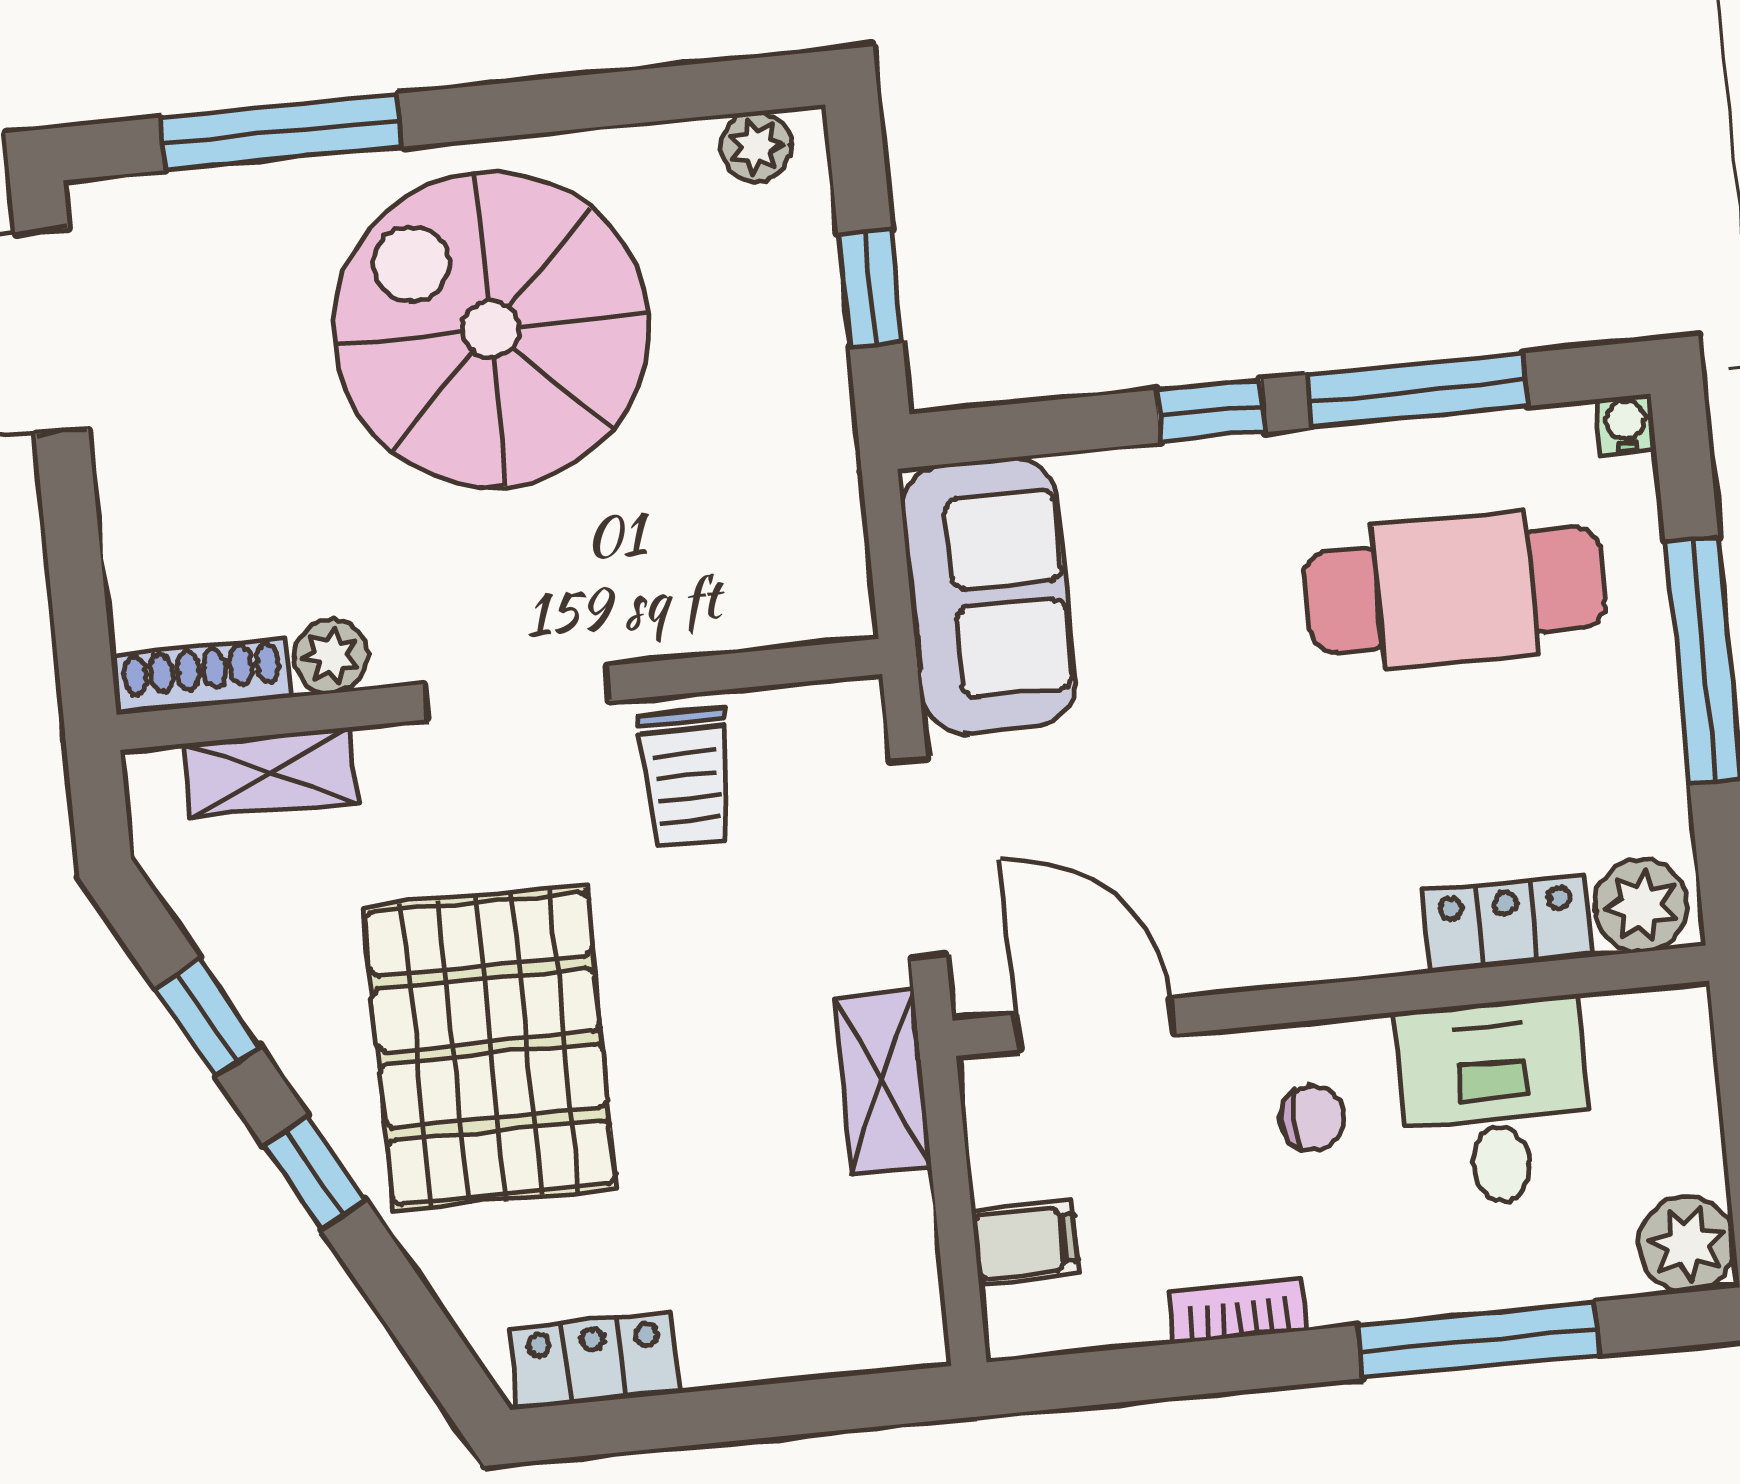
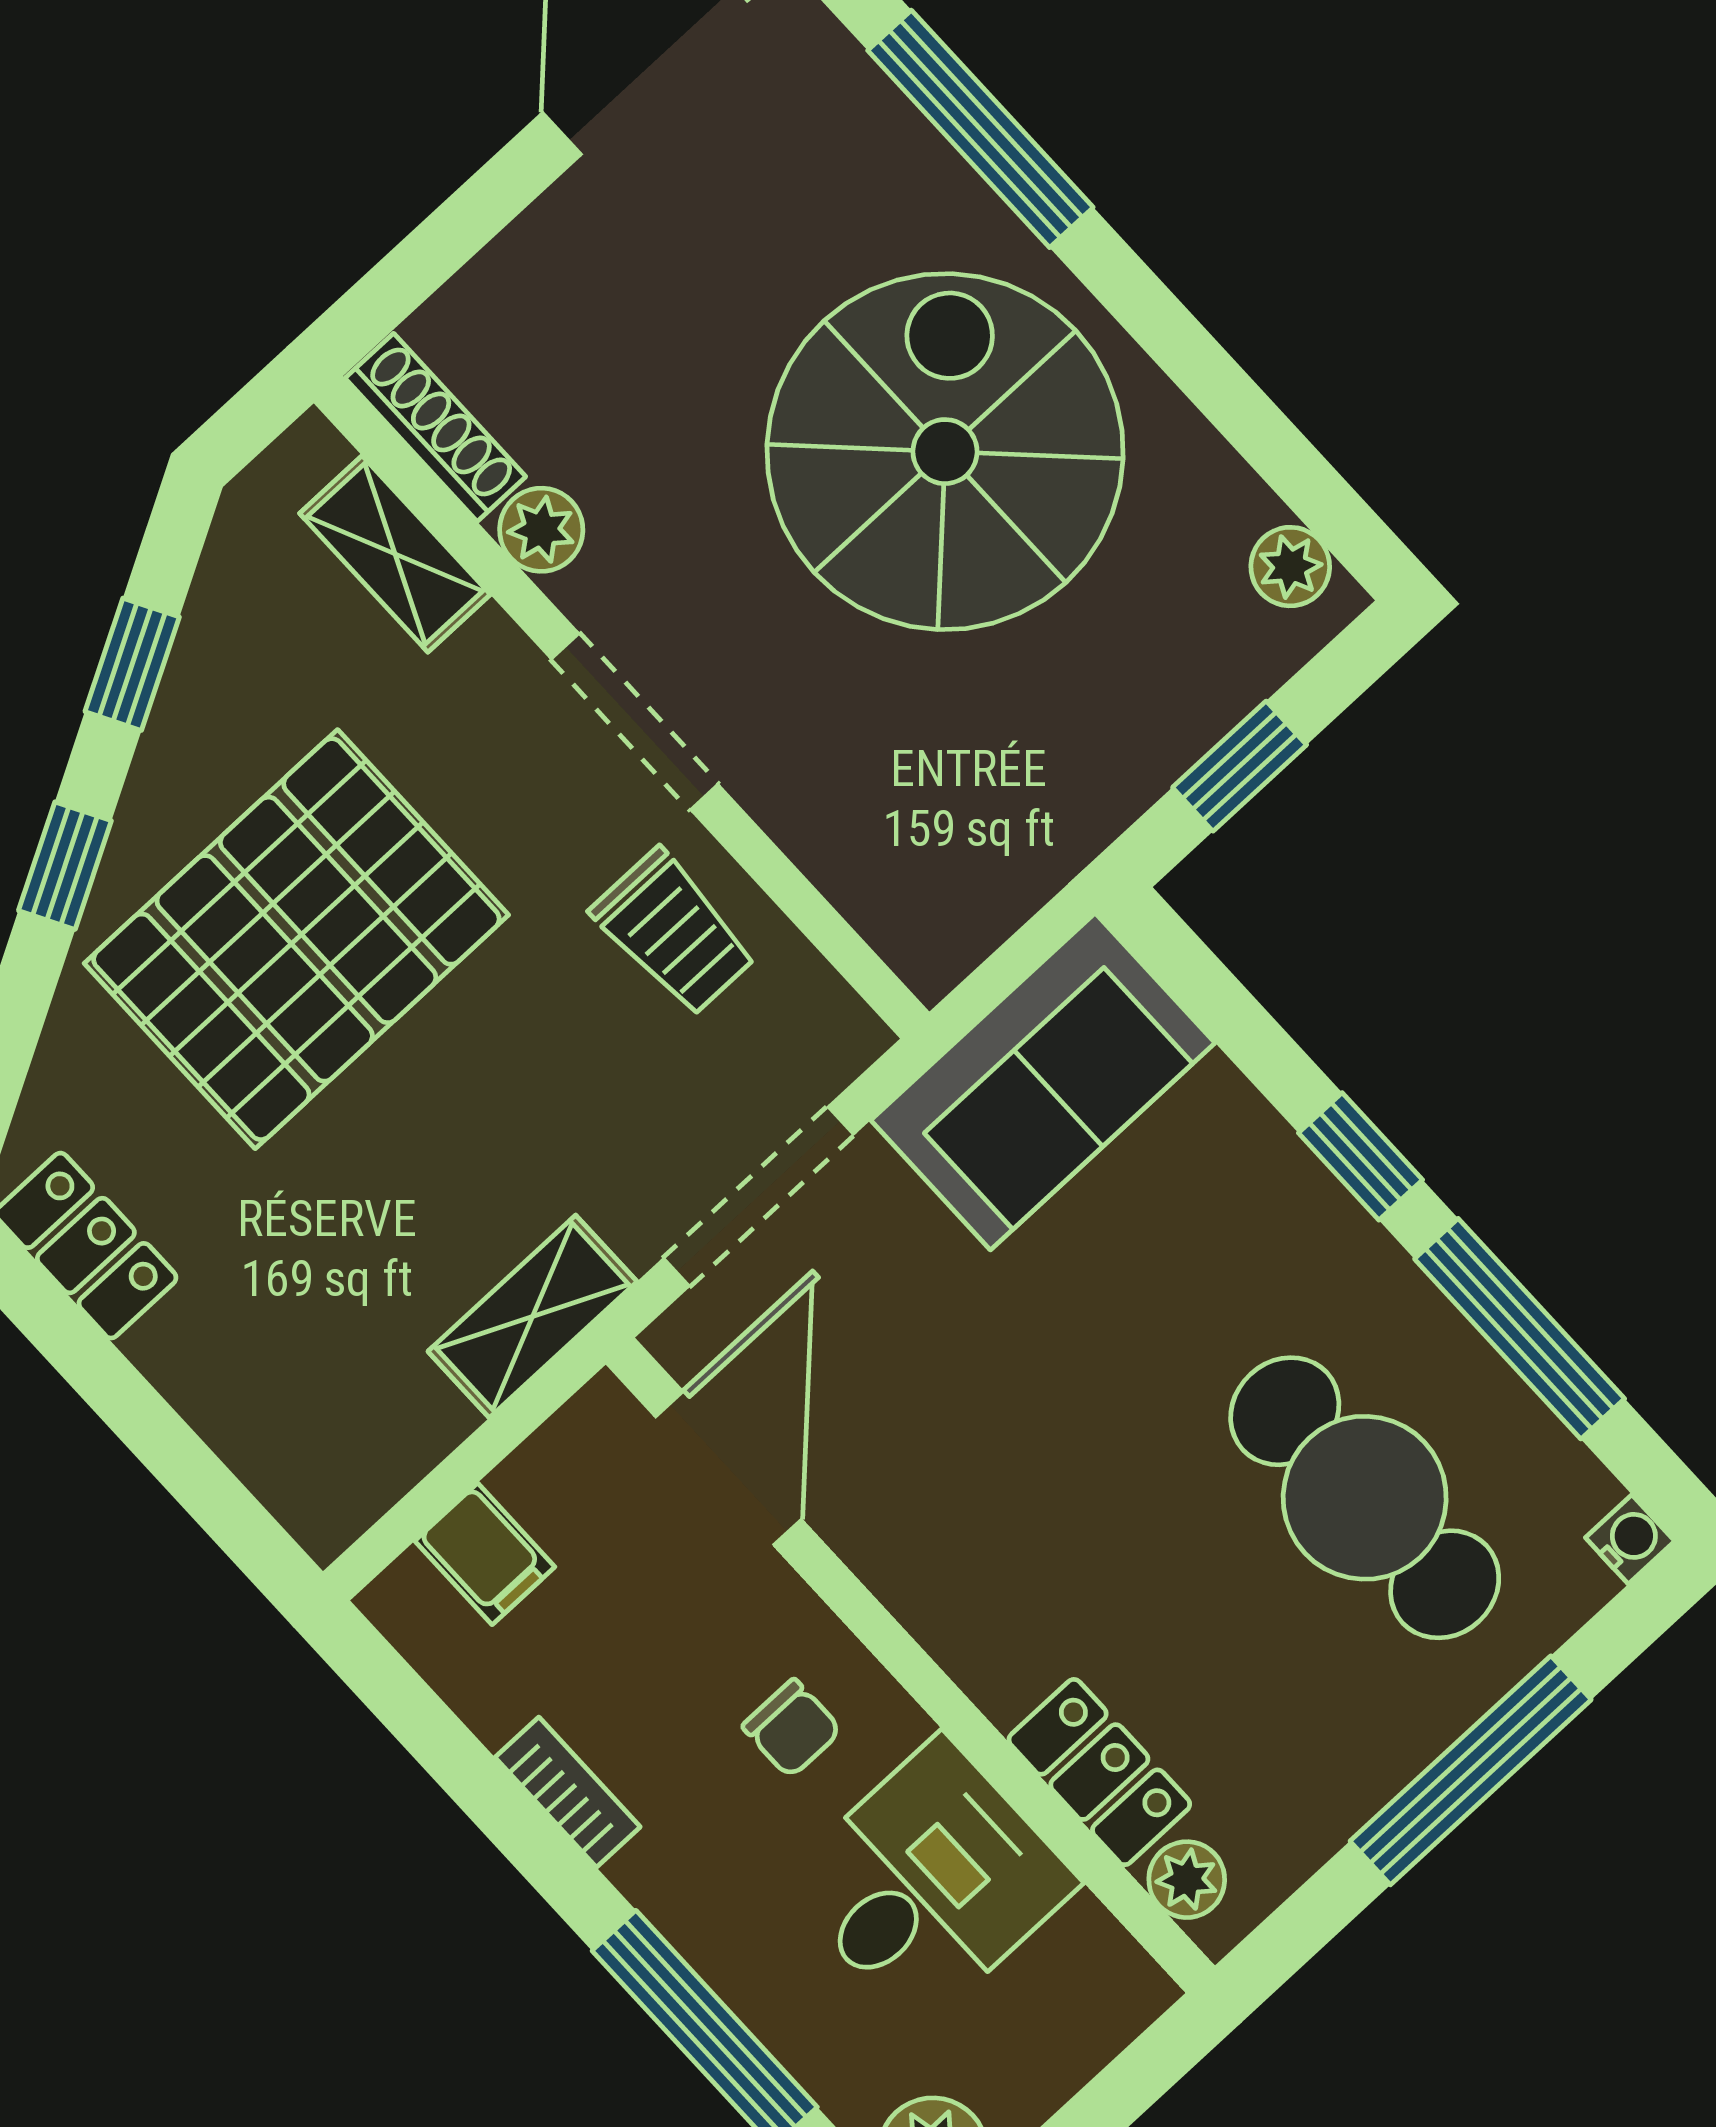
trolley: (686, 777) -> (674, 932), turned -90
plant: (1641, 906) -> (1187, 1880), width x0.73, depth x0.73

